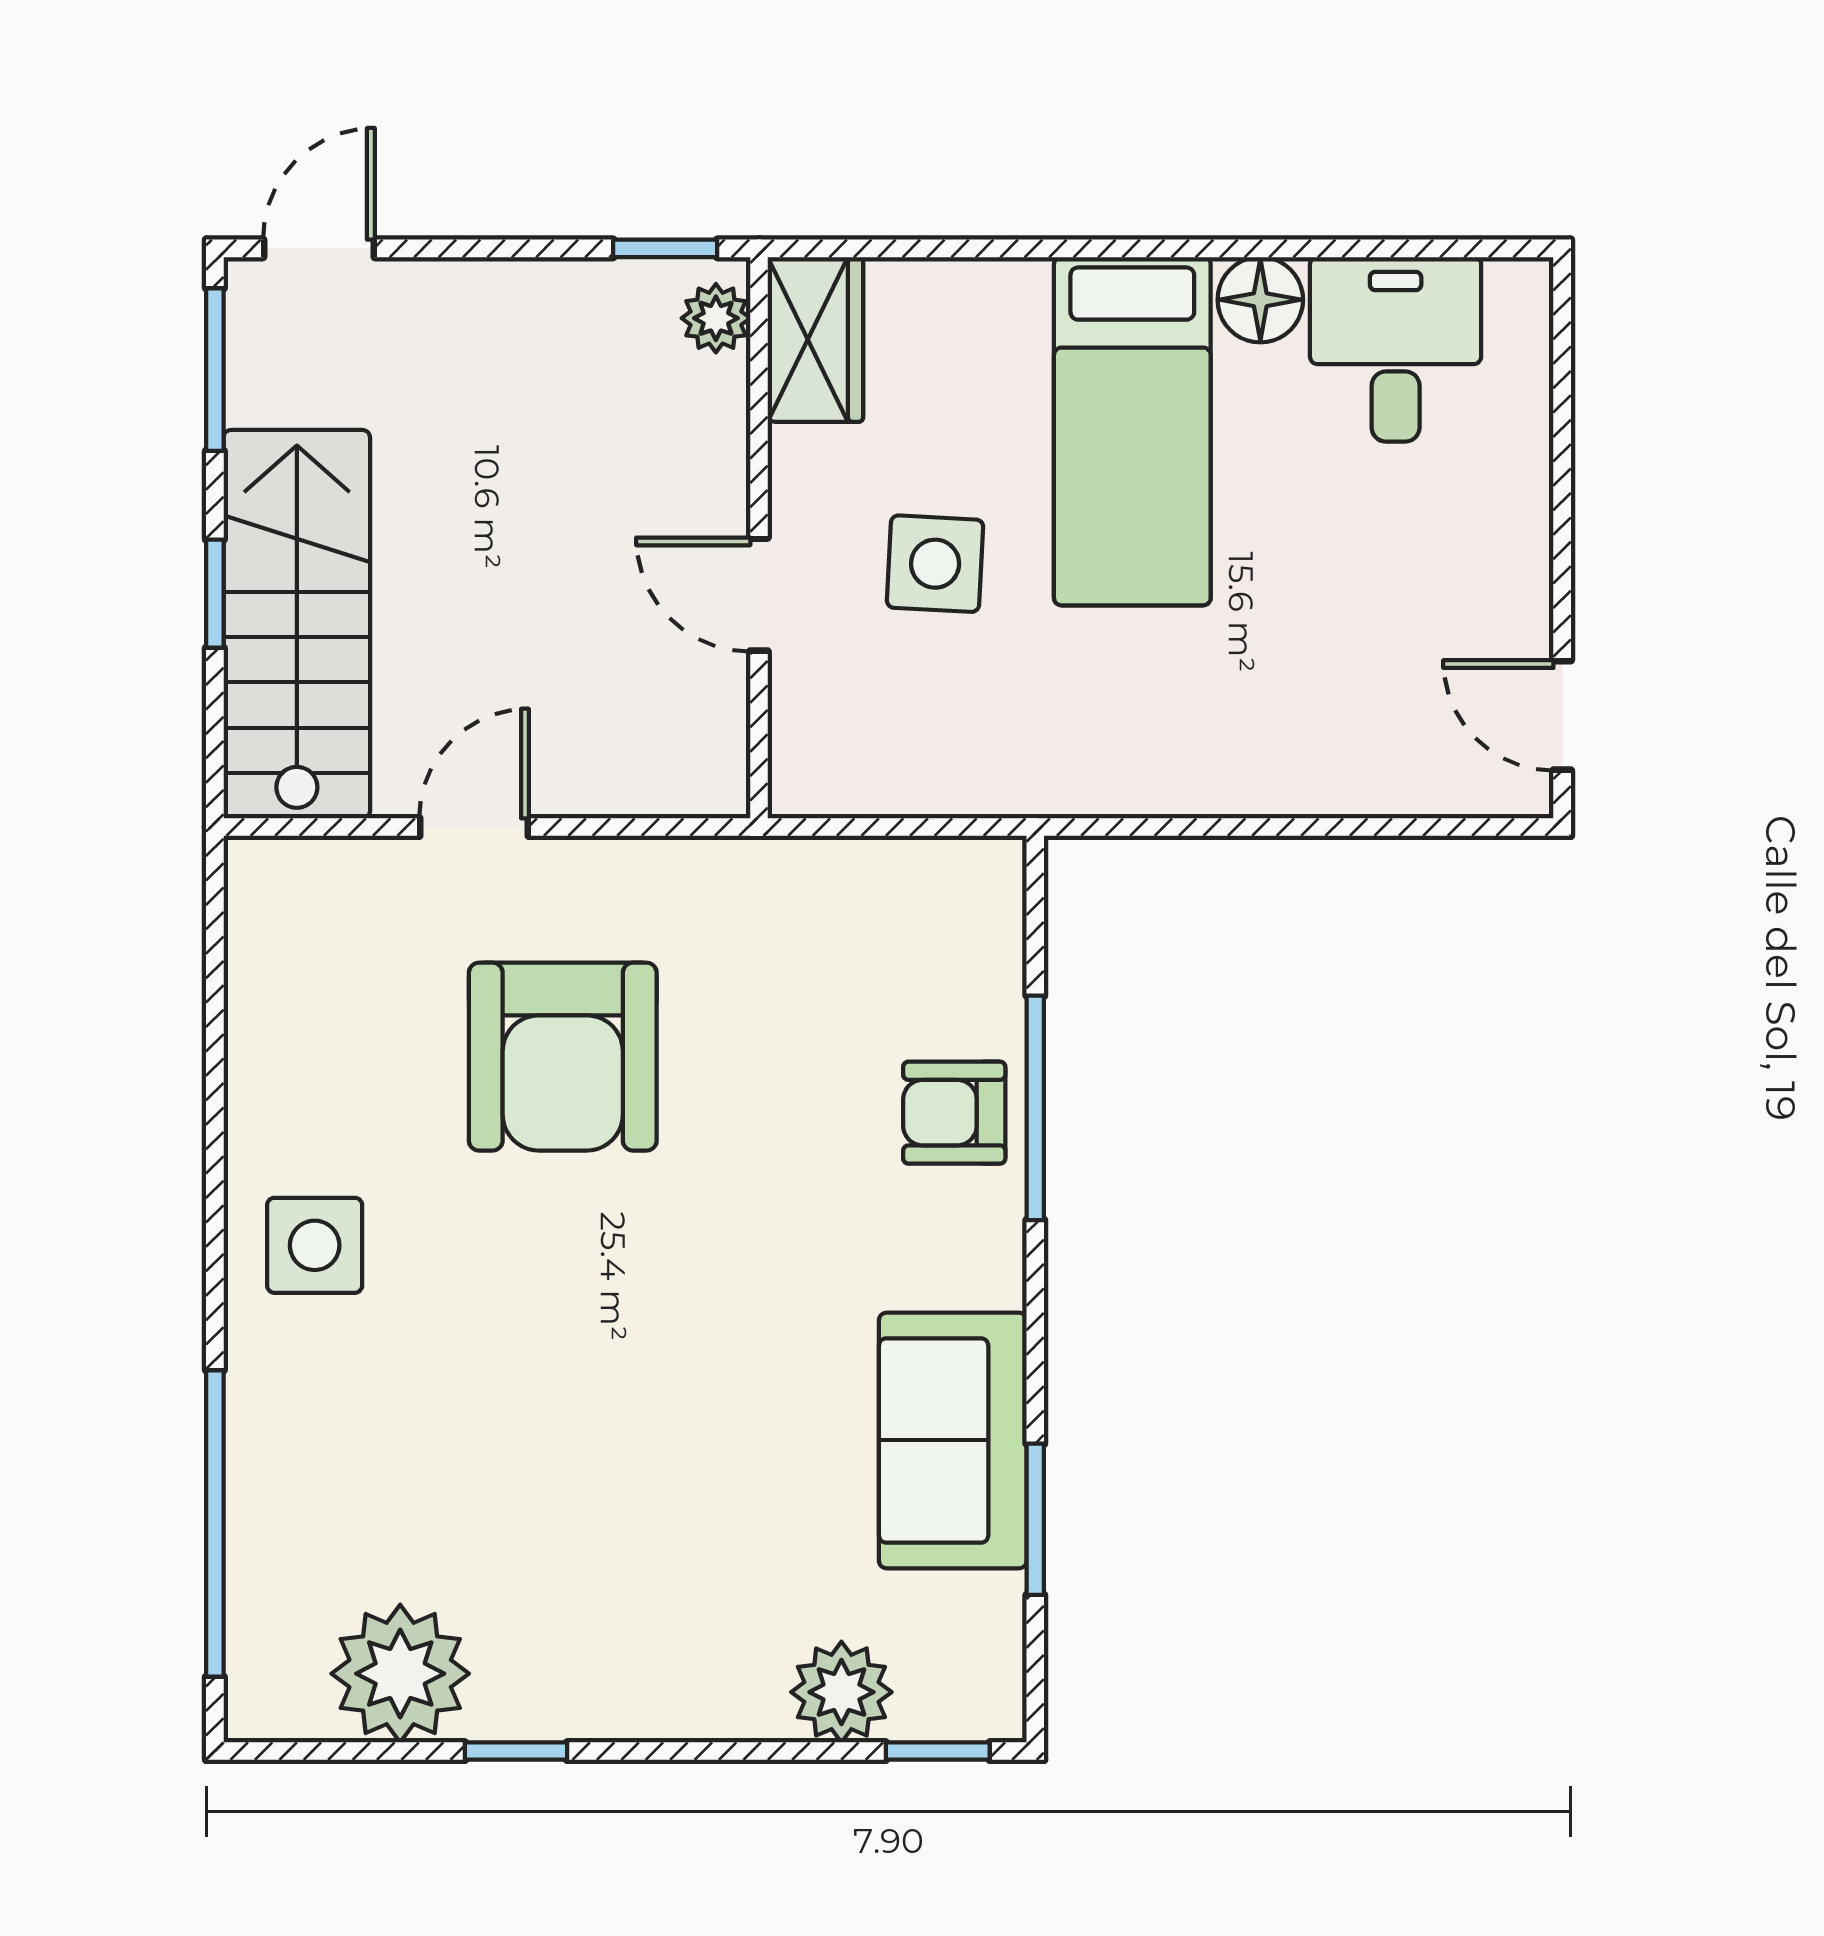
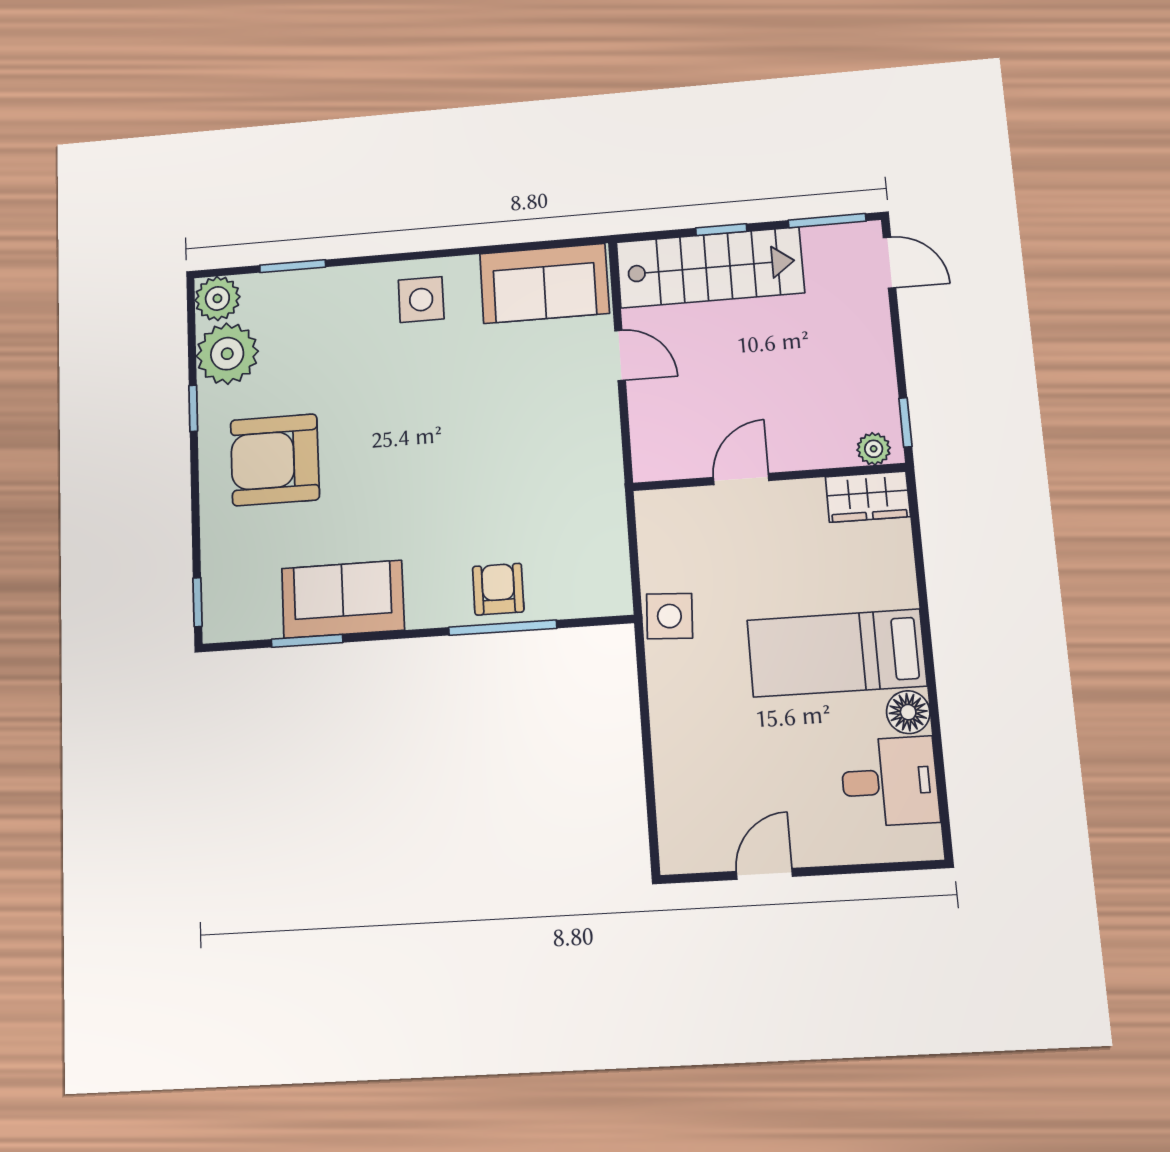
side table: (935, 564) -> (669, 616), moved
door: (1562, 715) -> (764, 874), moved
sofa: (302, 978) -> (544, 283), added
armchair: (563, 1057) -> (275, 460), moved
window: (215, 1523) -> (293, 266), width x0.47
plant: (841, 1692) -> (217, 298), moved

